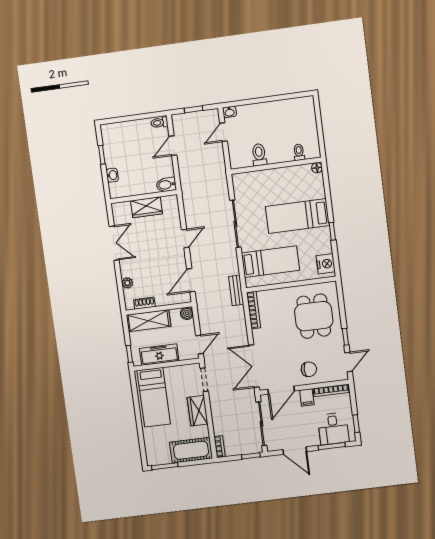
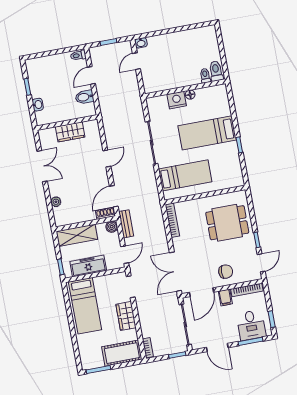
toilet: (259, 155) -> (216, 71), moved
floor lamp: (317, 168) -> (190, 95), moved
bidet: (166, 185) -> (85, 97), moved
nightstand: (326, 264) -> (177, 100), moved, turned -90
bench: (236, 290) -> (126, 224), moved
shoe rack: (144, 303) -> (105, 213), moved
dining table: (314, 316) -> (227, 223), turned 90

